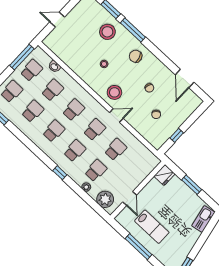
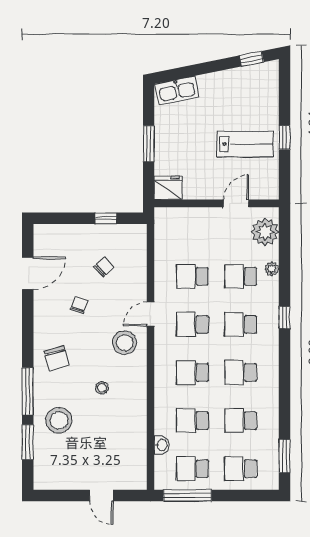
door: (116, 115) -> (150, 314), hinge flipped
lab bench: (152, 227) -> (245, 144), turned 90
window: (139, 247) -> (284, 138), width x0.46

